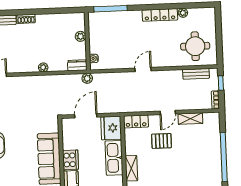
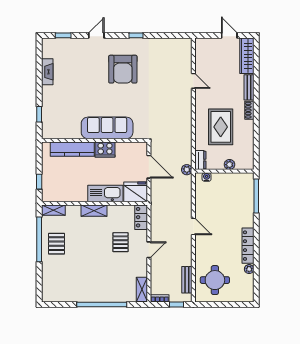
rug: (44, 47) -> (221, 127), added
plant: (43, 67) -> (200, 126), removed
door: (168, 113) -> (149, 250), swing flipped
shelving: (190, 119) -> (142, 289), moved

